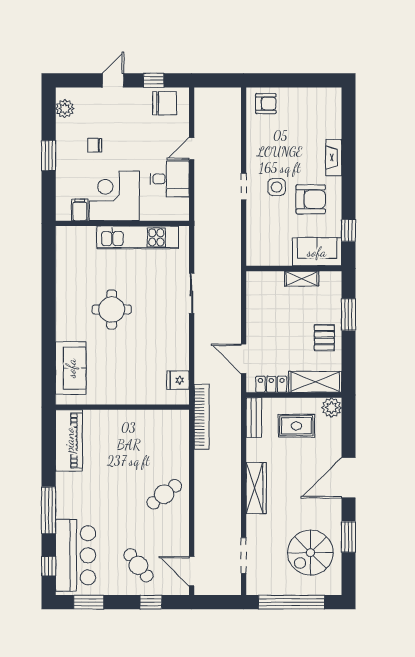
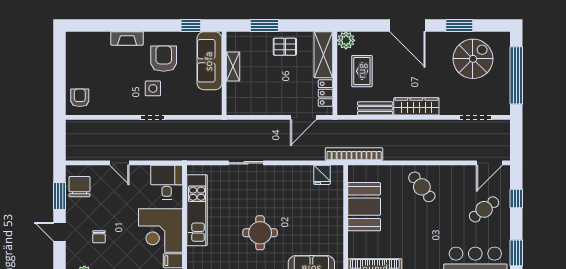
window: (154, 80) -> (59, 196), width x1.50
chair: (95, 145) -> (99, 237), moved
desk: (170, 179) -> (167, 182), moved
sofa: (317, 252) -> (209, 61), width x1.36
bench: (254, 418) -> (375, 108), moved
booth: (141, 428) -> (364, 207), added
spiral stairs: (310, 553) -> (473, 59), turned -90

